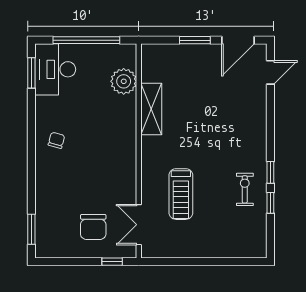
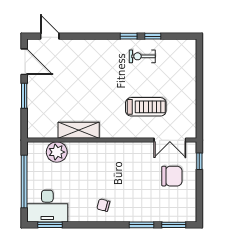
window: (31, 188) -> (141, 225), added

